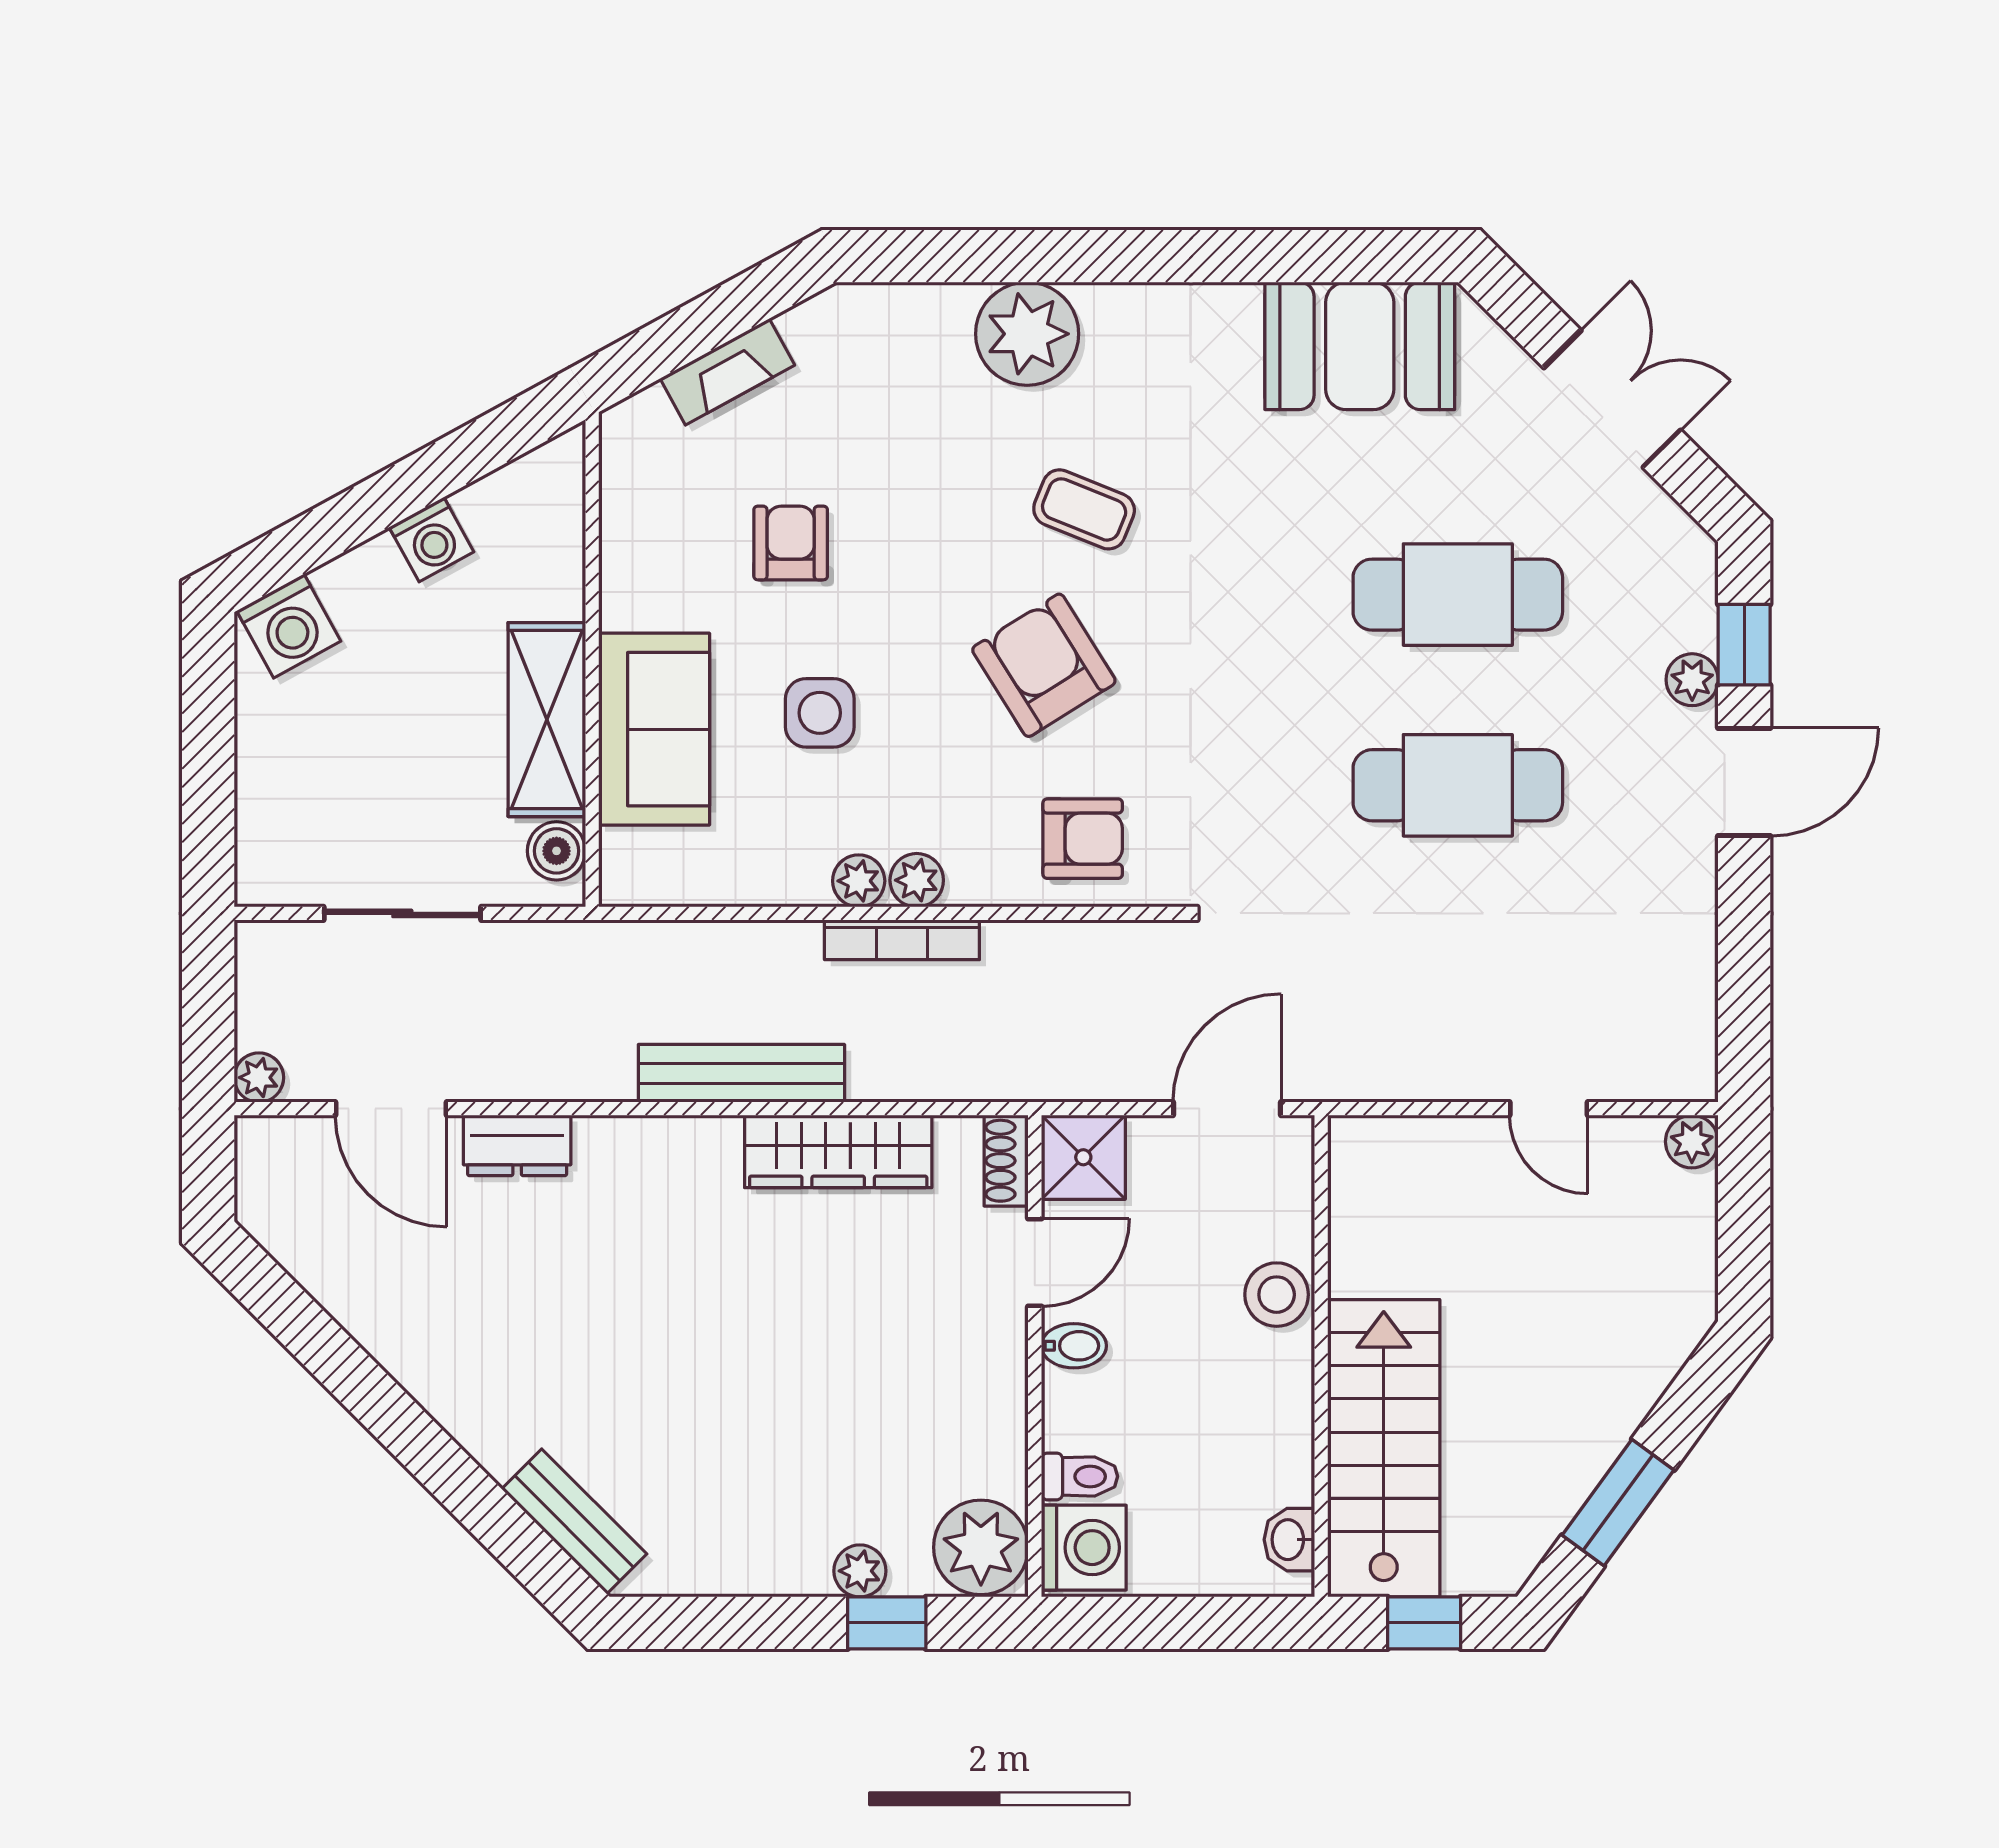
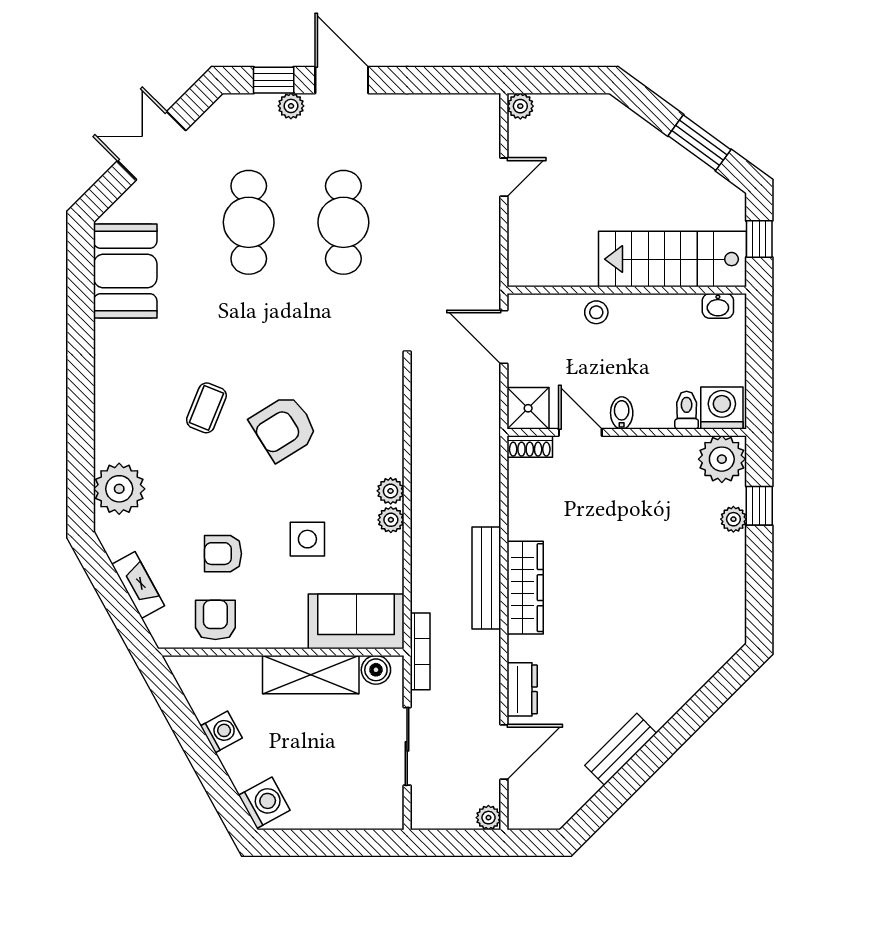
plant: (1027, 334) -> (119, 489), moved
sofa: (654, 729) -> (356, 621), moved
armchair: (1083, 839) -> (215, 620), moved
bookcase: (902, 940) -> (420, 651), moved
wardrobe: (838, 1151) -> (525, 588), moved
stool: (1277, 1295) -> (596, 312), width x0.73, depth x0.73
bench: (574, 1521) -> (621, 749), moved

